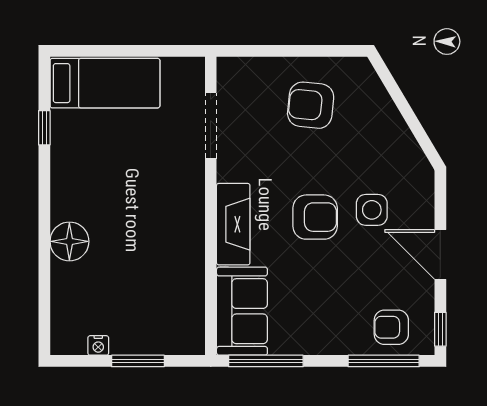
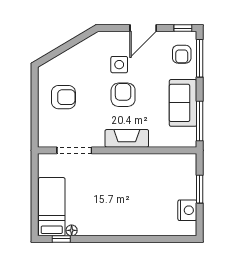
armchair: (311, 105) -> (63, 97), turned -96
window: (44, 128) -> (61, 239), moved
floor lamp: (69, 241) -> (72, 230), moved, width x0.53, depth x0.53
sofa: (242, 311) -> (183, 103), moved, turned -90
nightstand: (98, 345) -> (187, 210), width x1.89, depth x1.79

